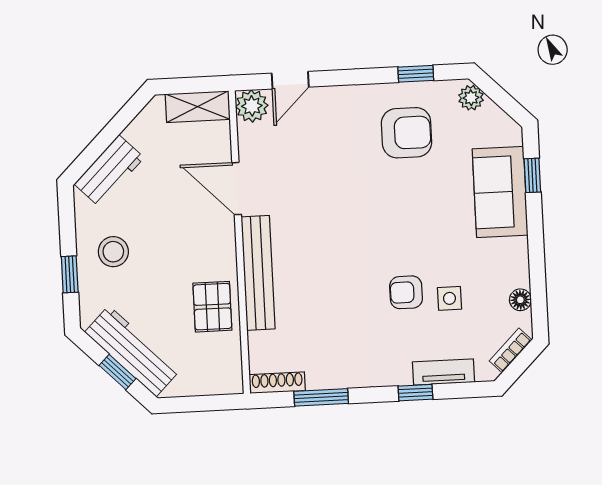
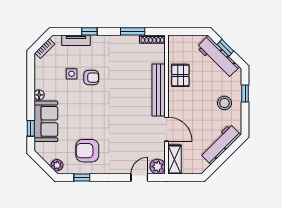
shelving: (198, 107) -> (174, 159), moved, turned 90
workbench: (109, 171) -> (220, 144), width x1.38
floor lamp: (520, 300) -> (39, 95), moved

